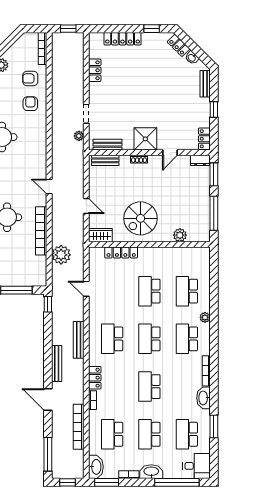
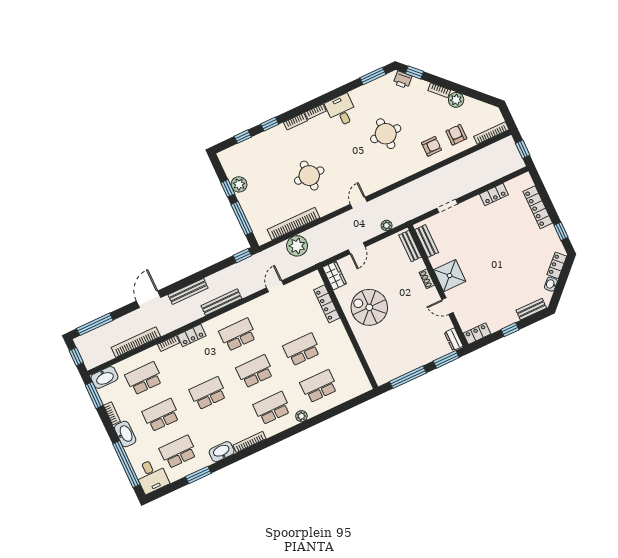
plant: (79, 136) -> (387, 225), moved
bookcase: (41, 231) -> (293, 224), moved
plant: (180, 235) -> (371, 354), removed

